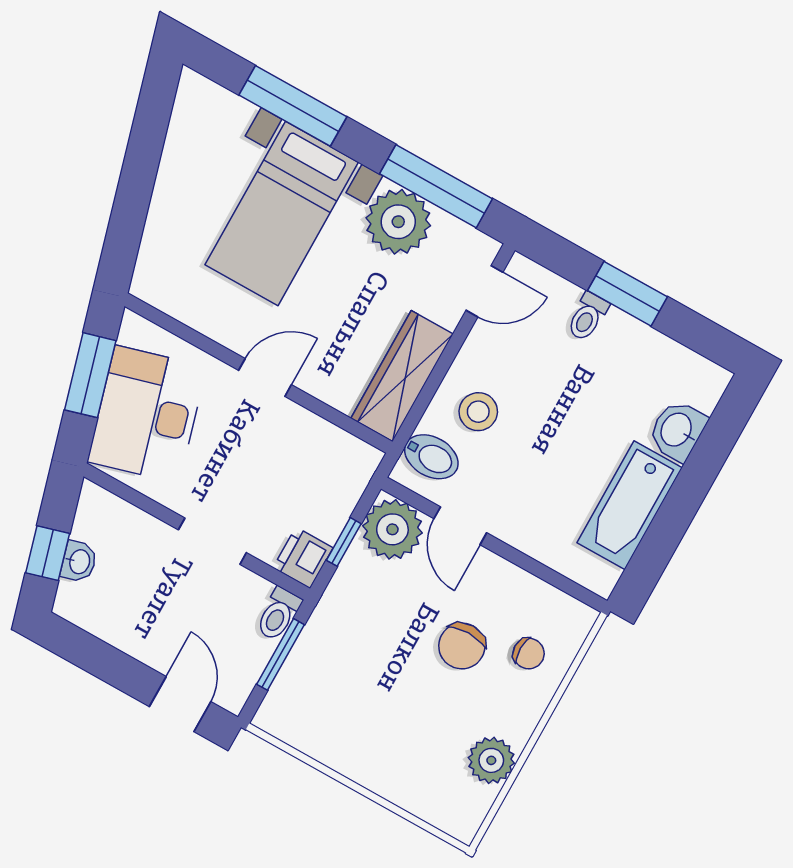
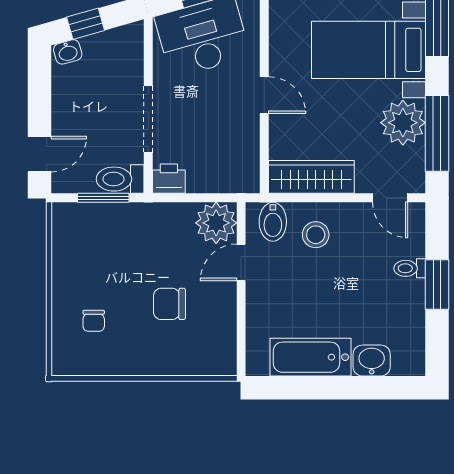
doorway: (212, 541) -> (148, 119), width x1.38
window: (344, 542) -> (192, 198), removed
washbasin: (79, 562) -> (68, 52), moved
toilet: (278, 614) -> (120, 179), width x1.37, depth x1.39
chair: (529, 653) -> (94, 321), moved
plant: (491, 760) -> (111, 360), removed

